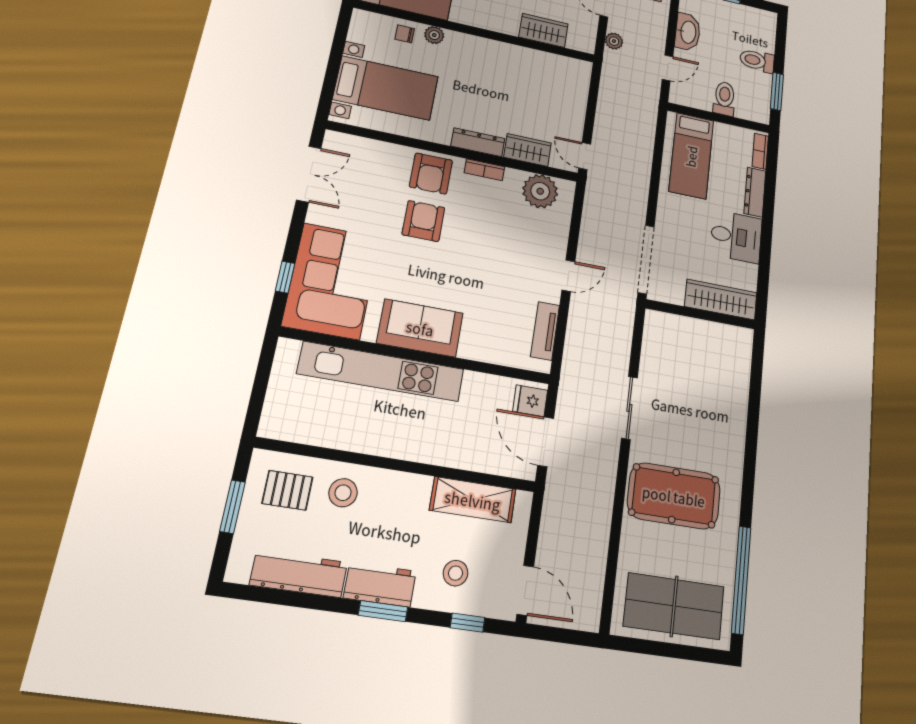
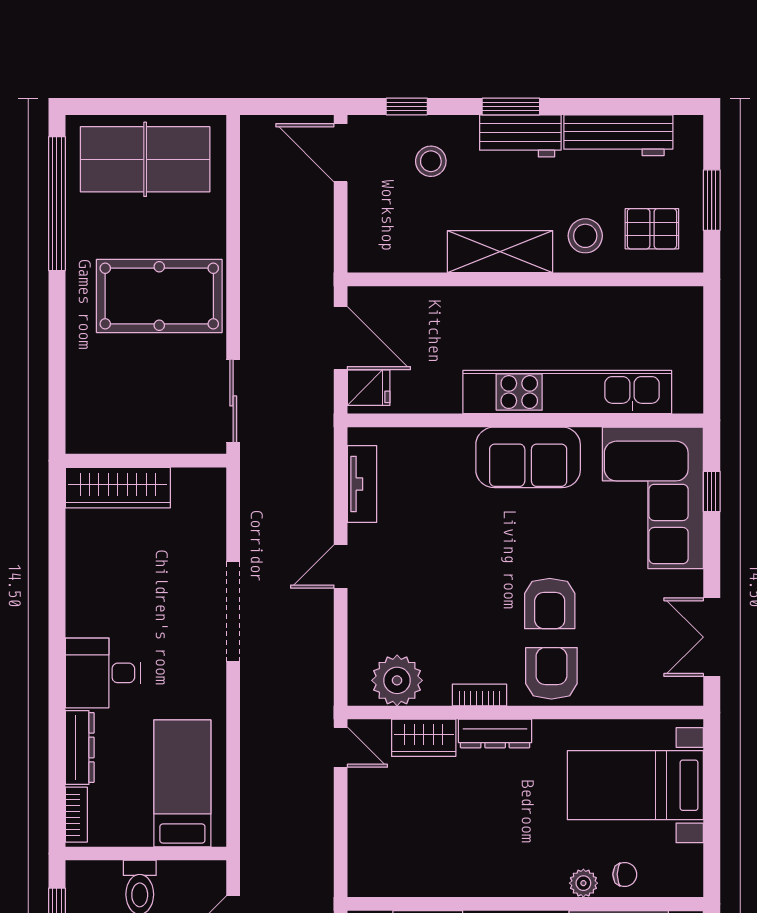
wardrobe: (721, 299) -> (118, 488), moved
wall: (700, 314) -> (146, 461), moved
shelving: (473, 500) -> (500, 252), moved

